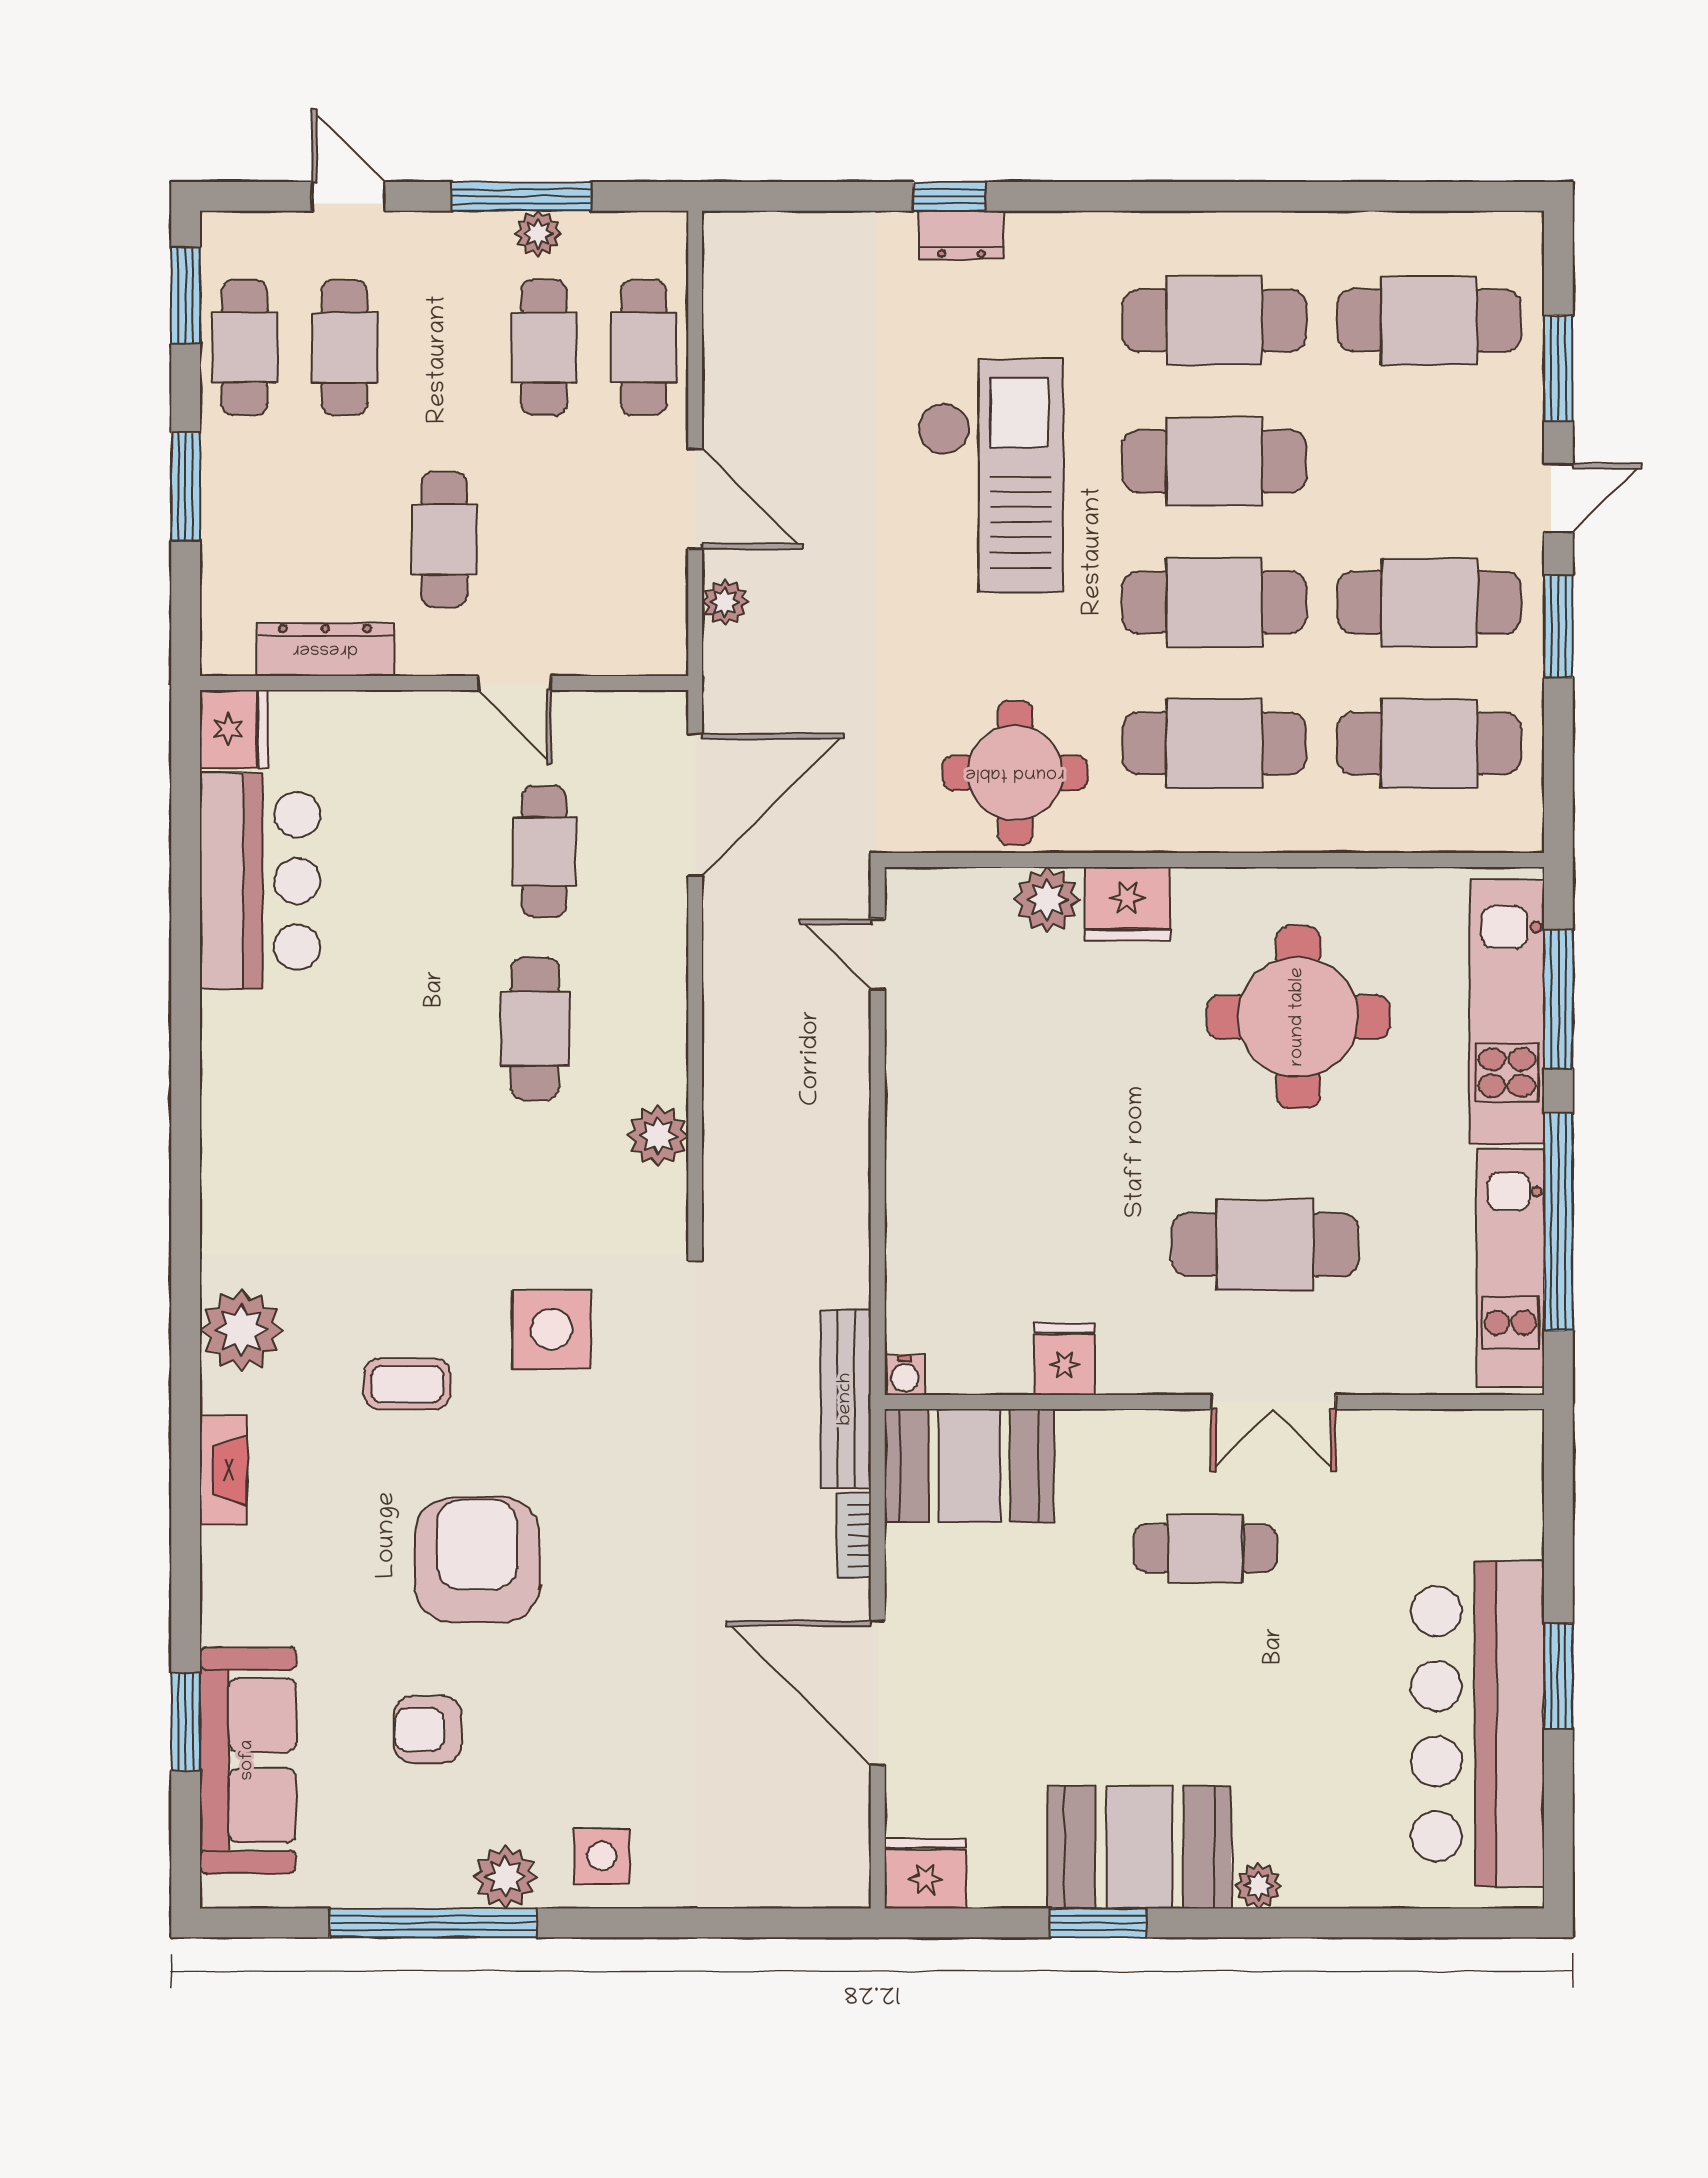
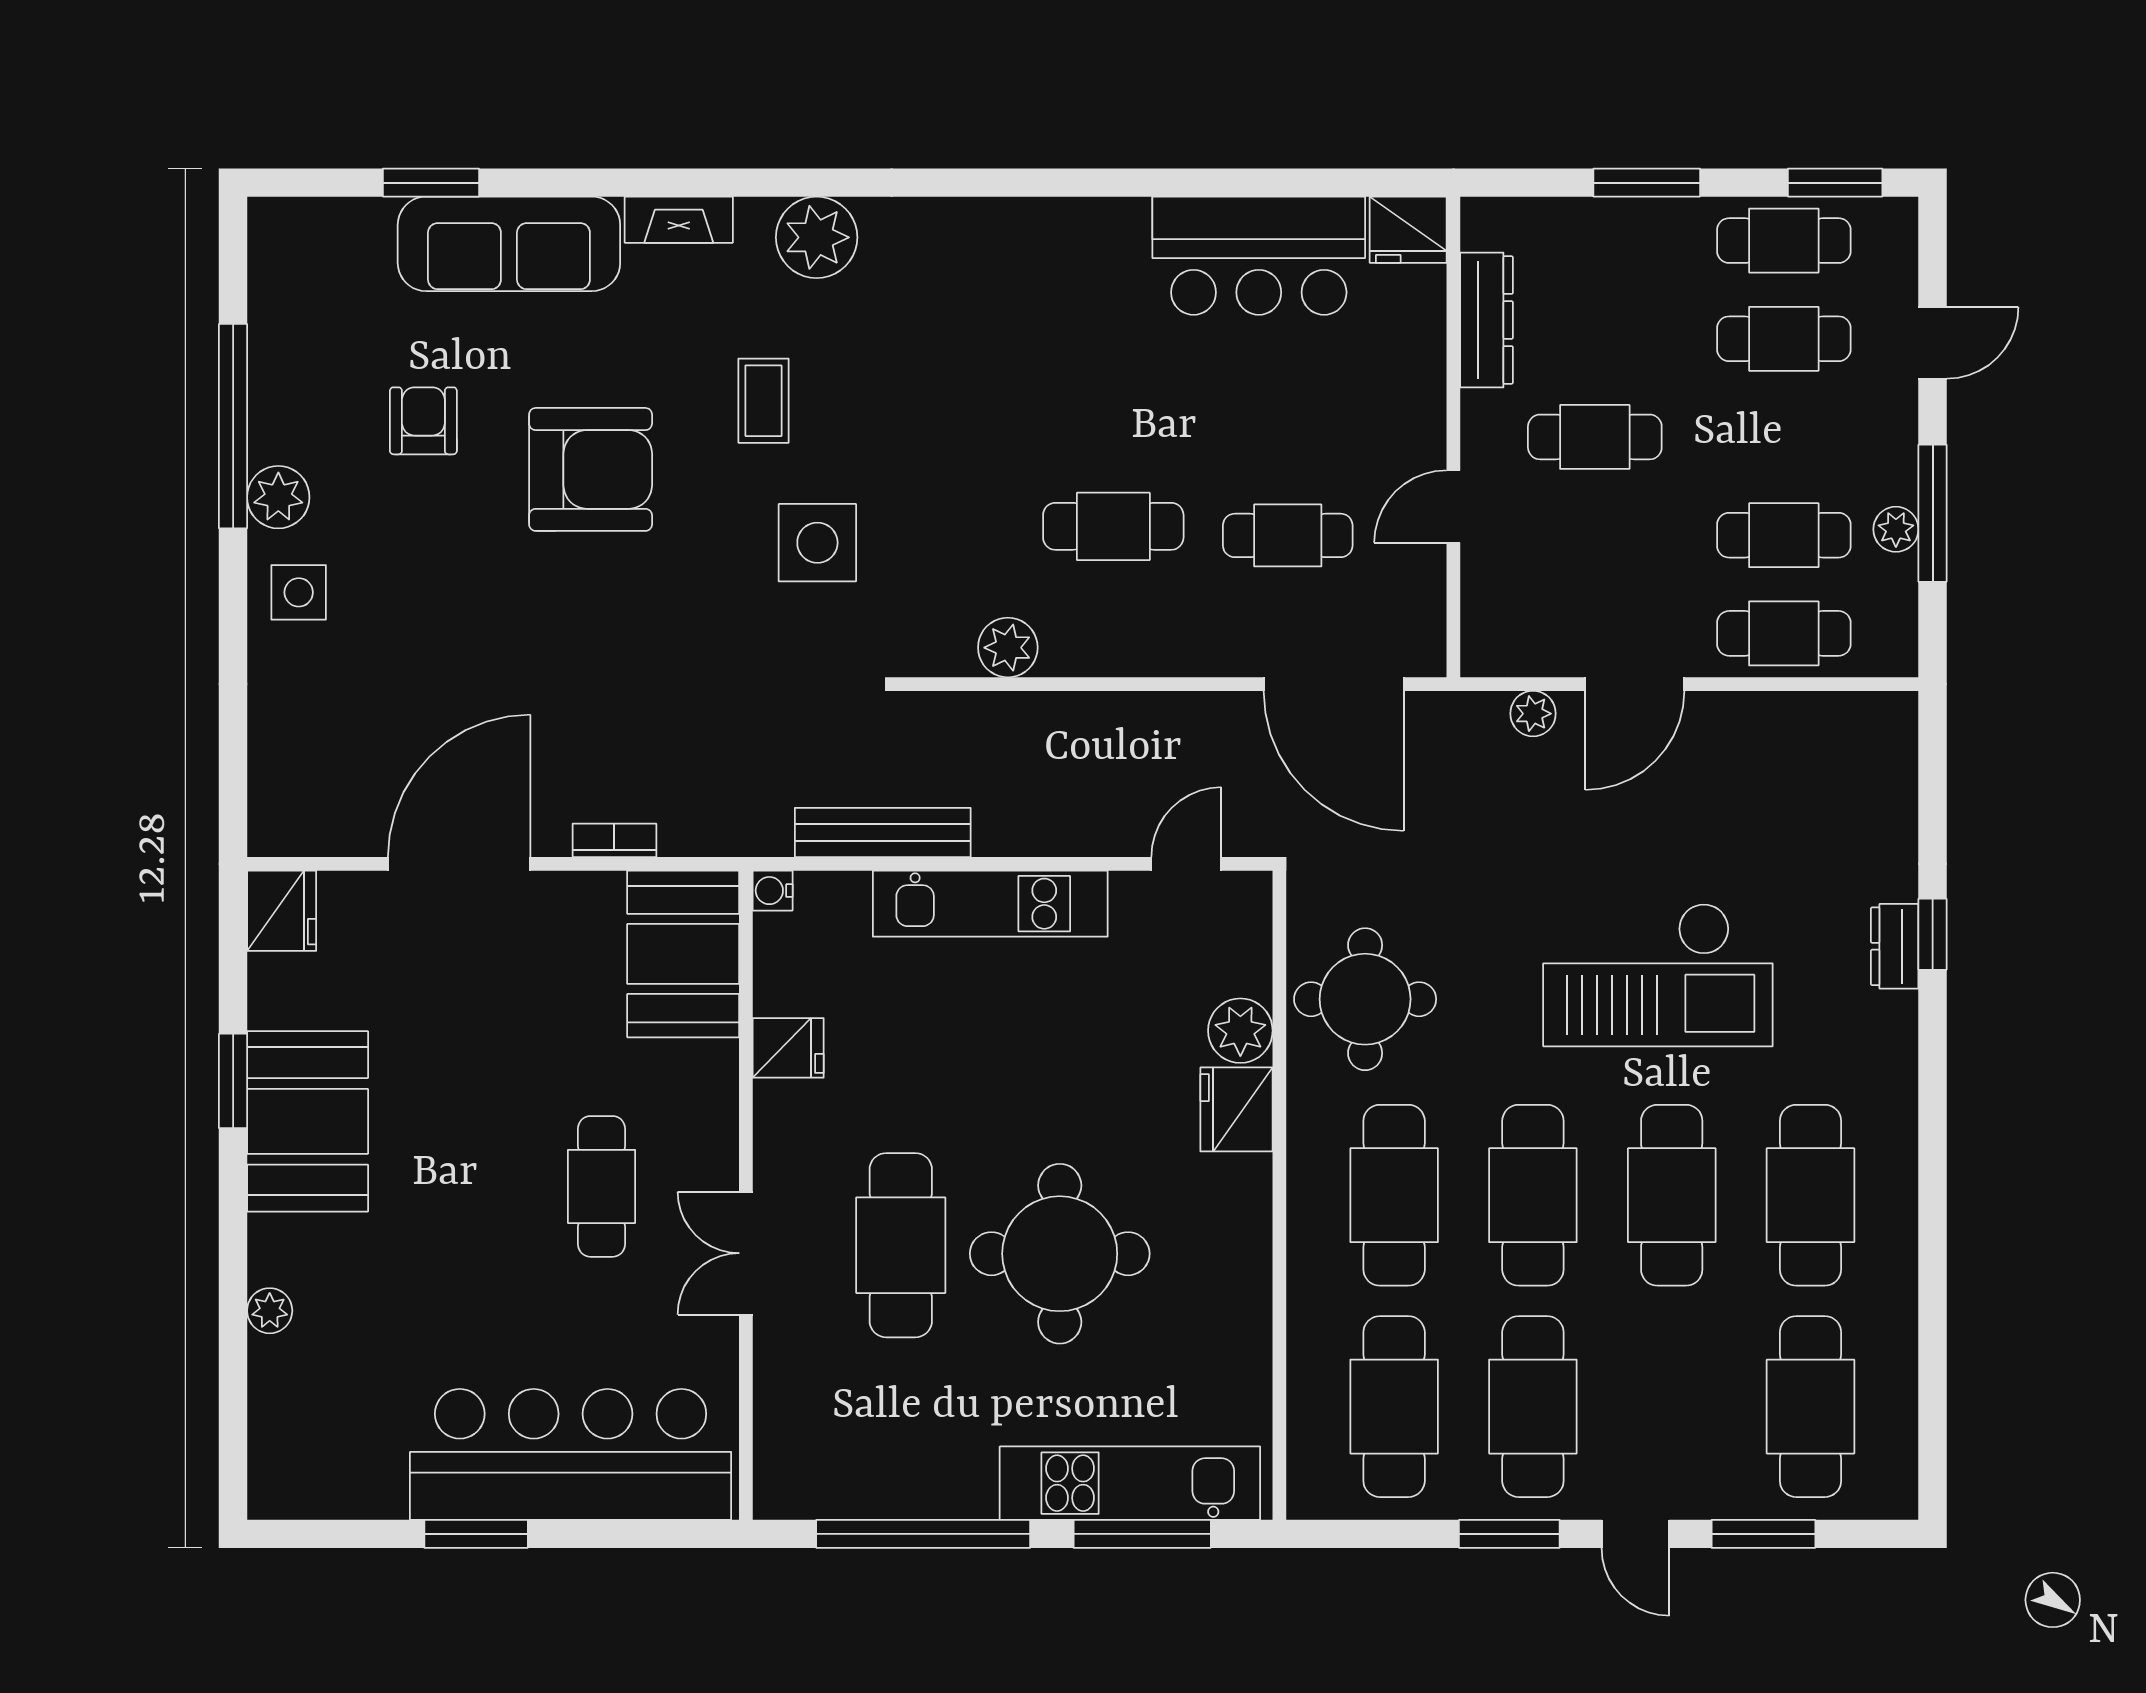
round table: (1298, 1017) -> (1060, 1254), moved
kitchen unit: (1510, 1268) -> (990, 904), moved, turned 180
bench: (846, 1399) -> (883, 832), moved
bar counter: (1478, 1724) -> (571, 1454), moved
sofa: (248, 1760) -> (509, 244), moved
plant: (1258, 1886) -> (270, 1311), moved

